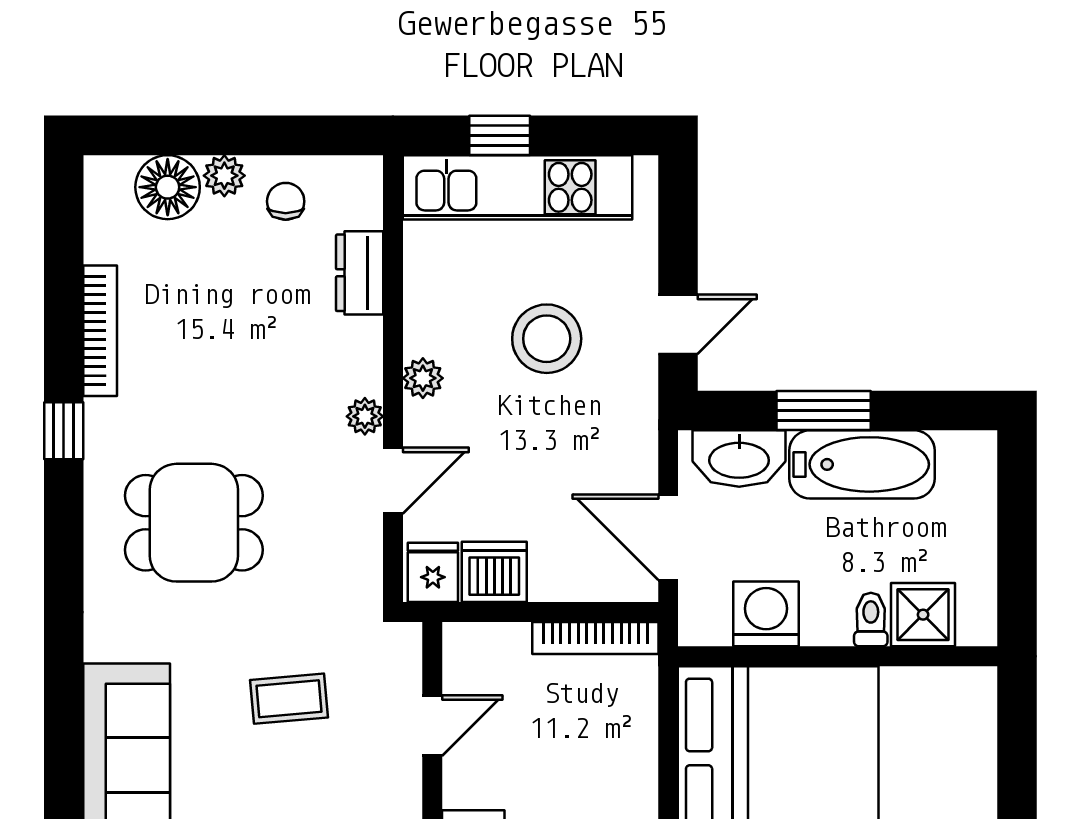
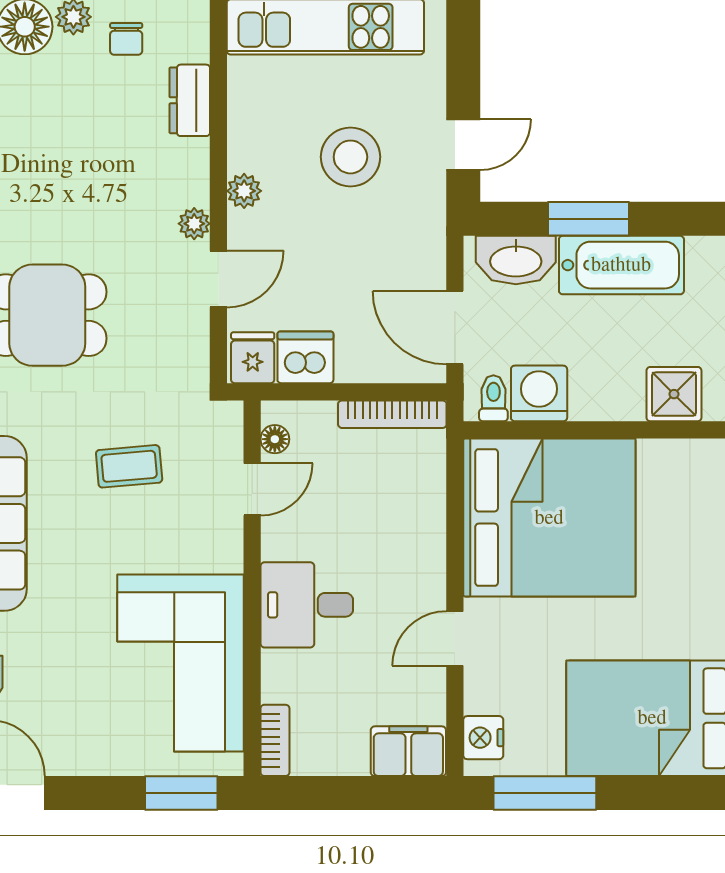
chair: (286, 201) -> (126, 39), turned 180
toilet: (871, 620) -> (493, 398), moved
floor lamp: (459, 667) -> (275, 439), added

